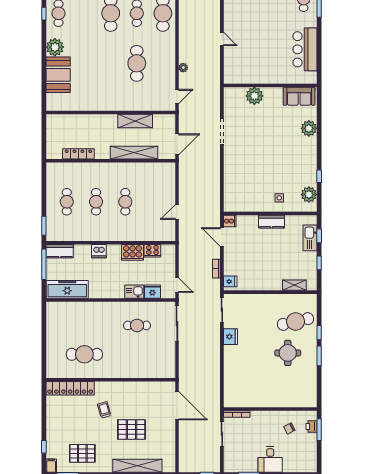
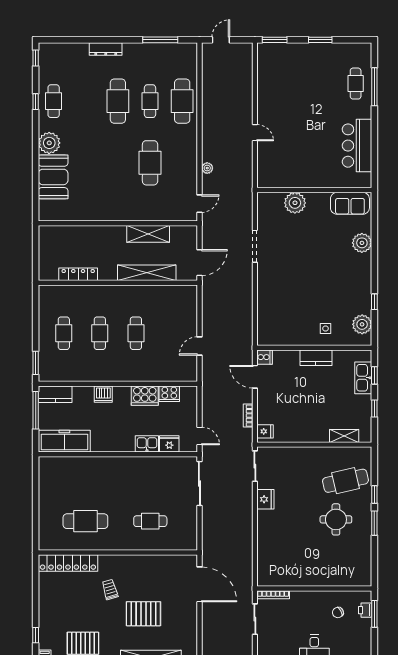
cafe table: (137, 325) -> (150, 521), moved

